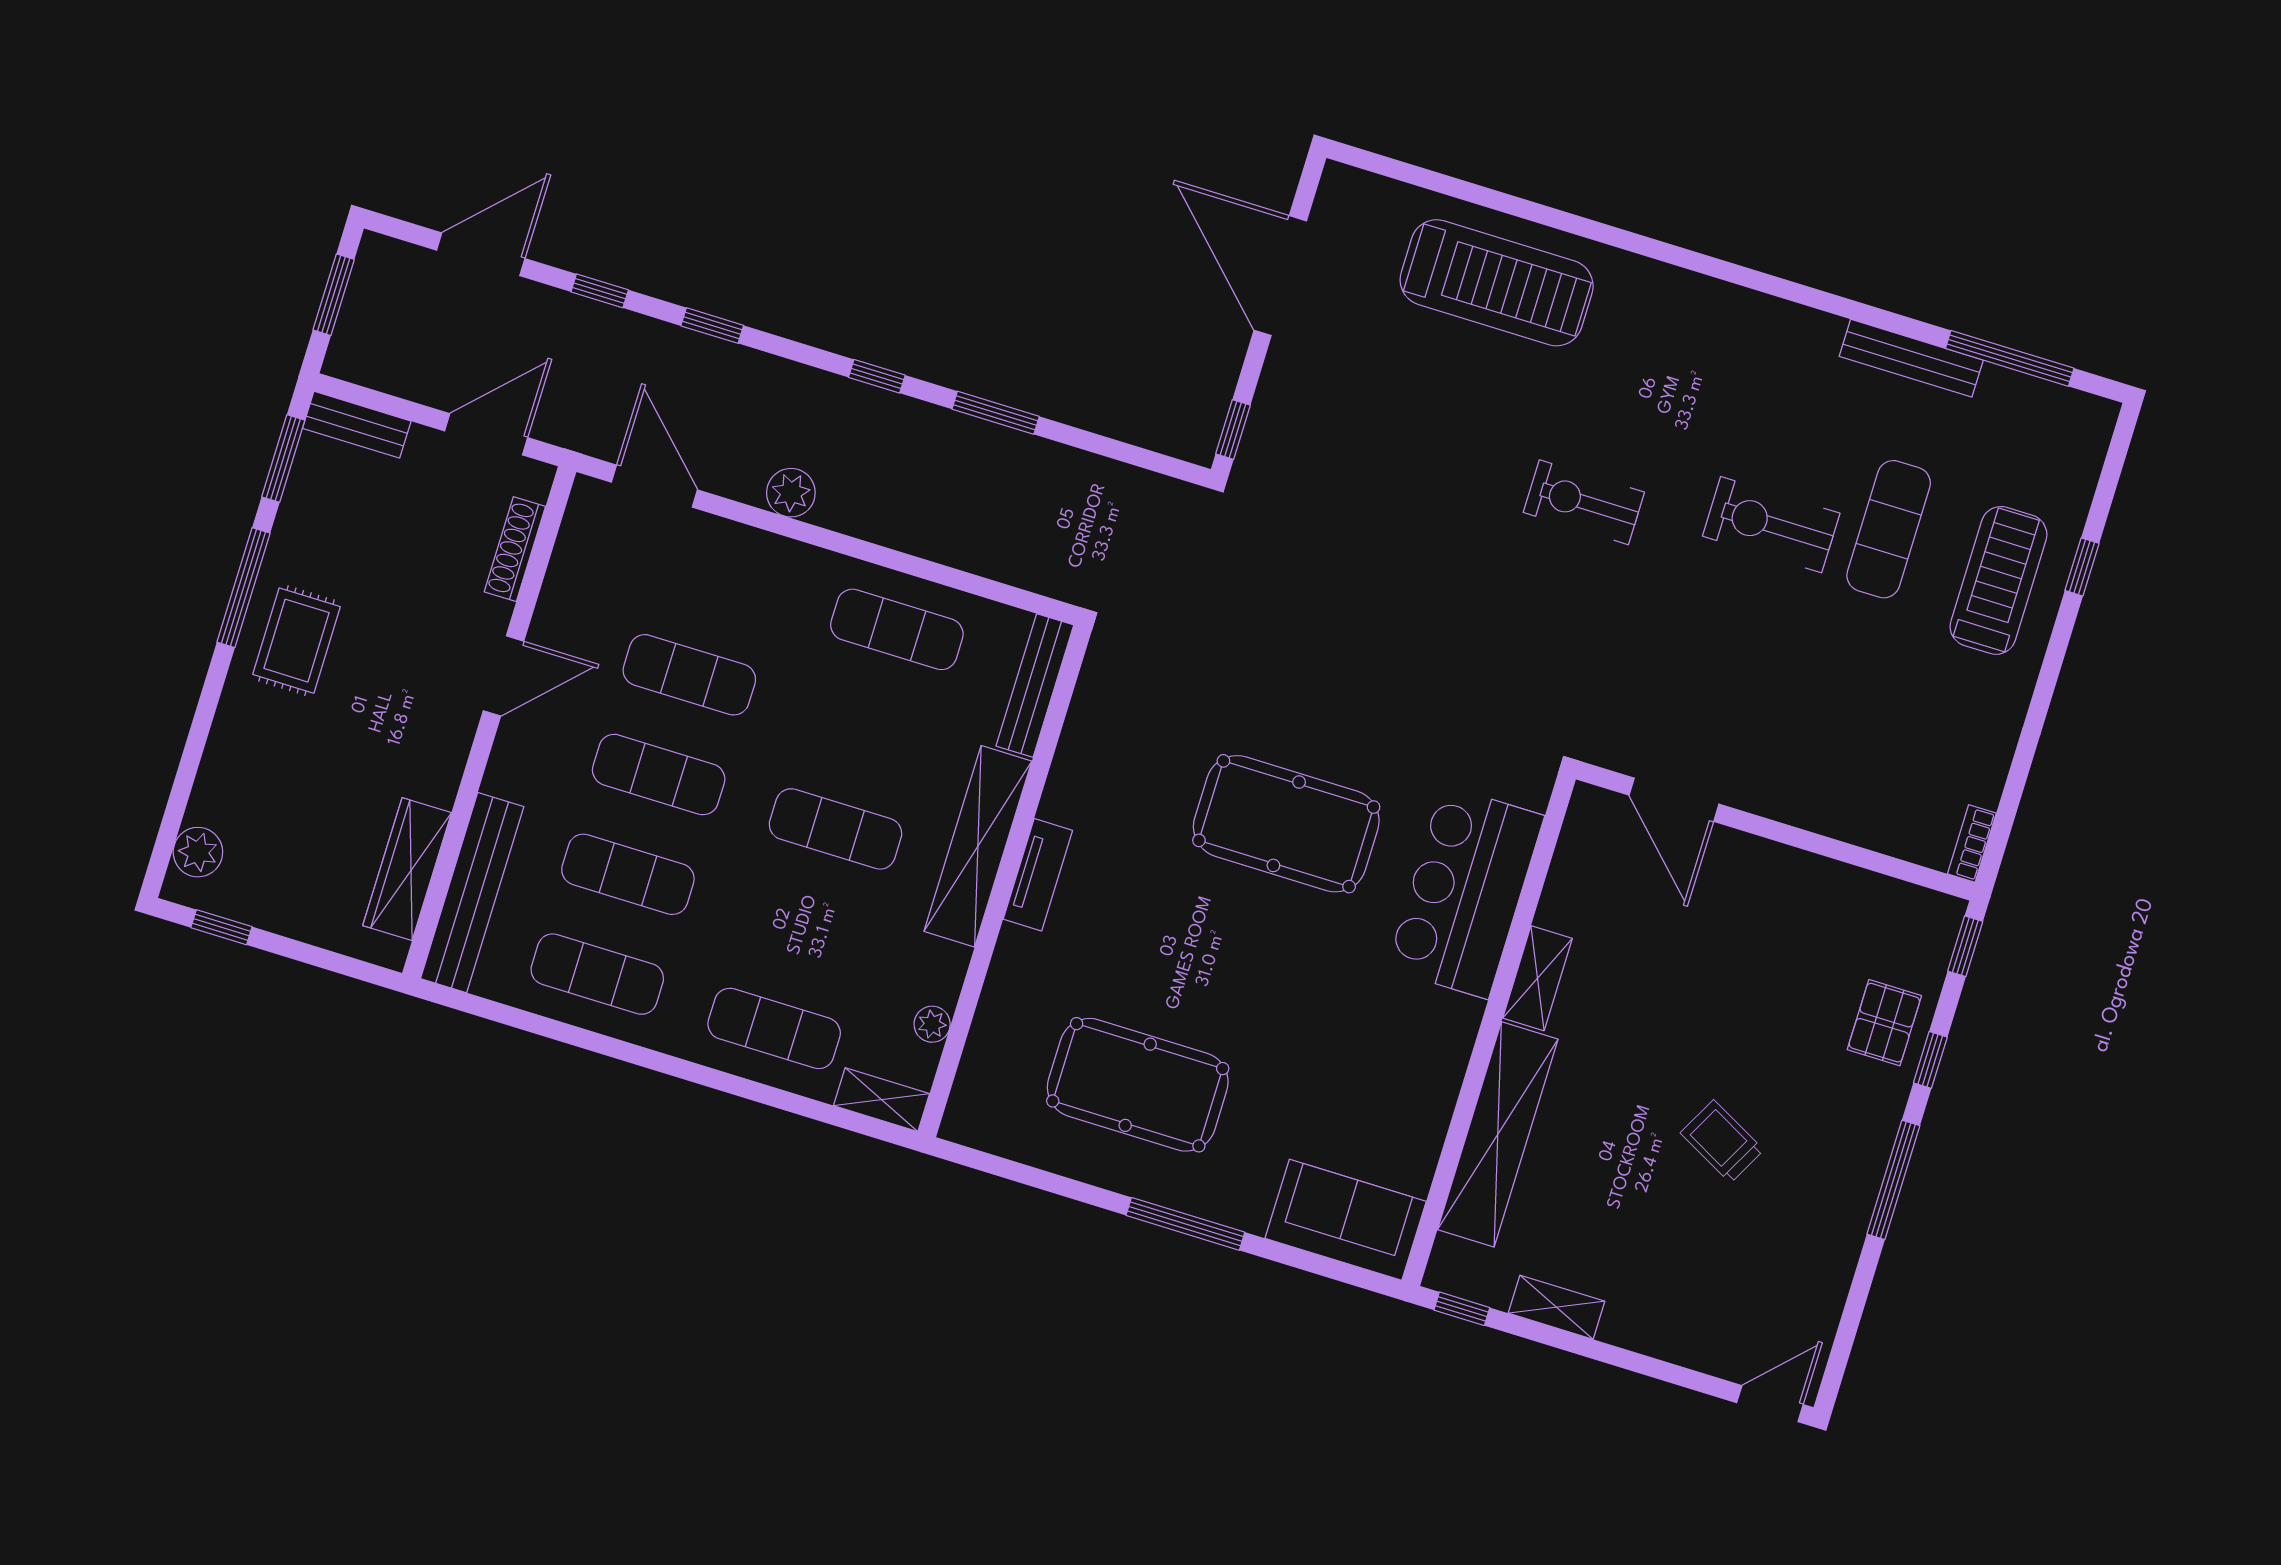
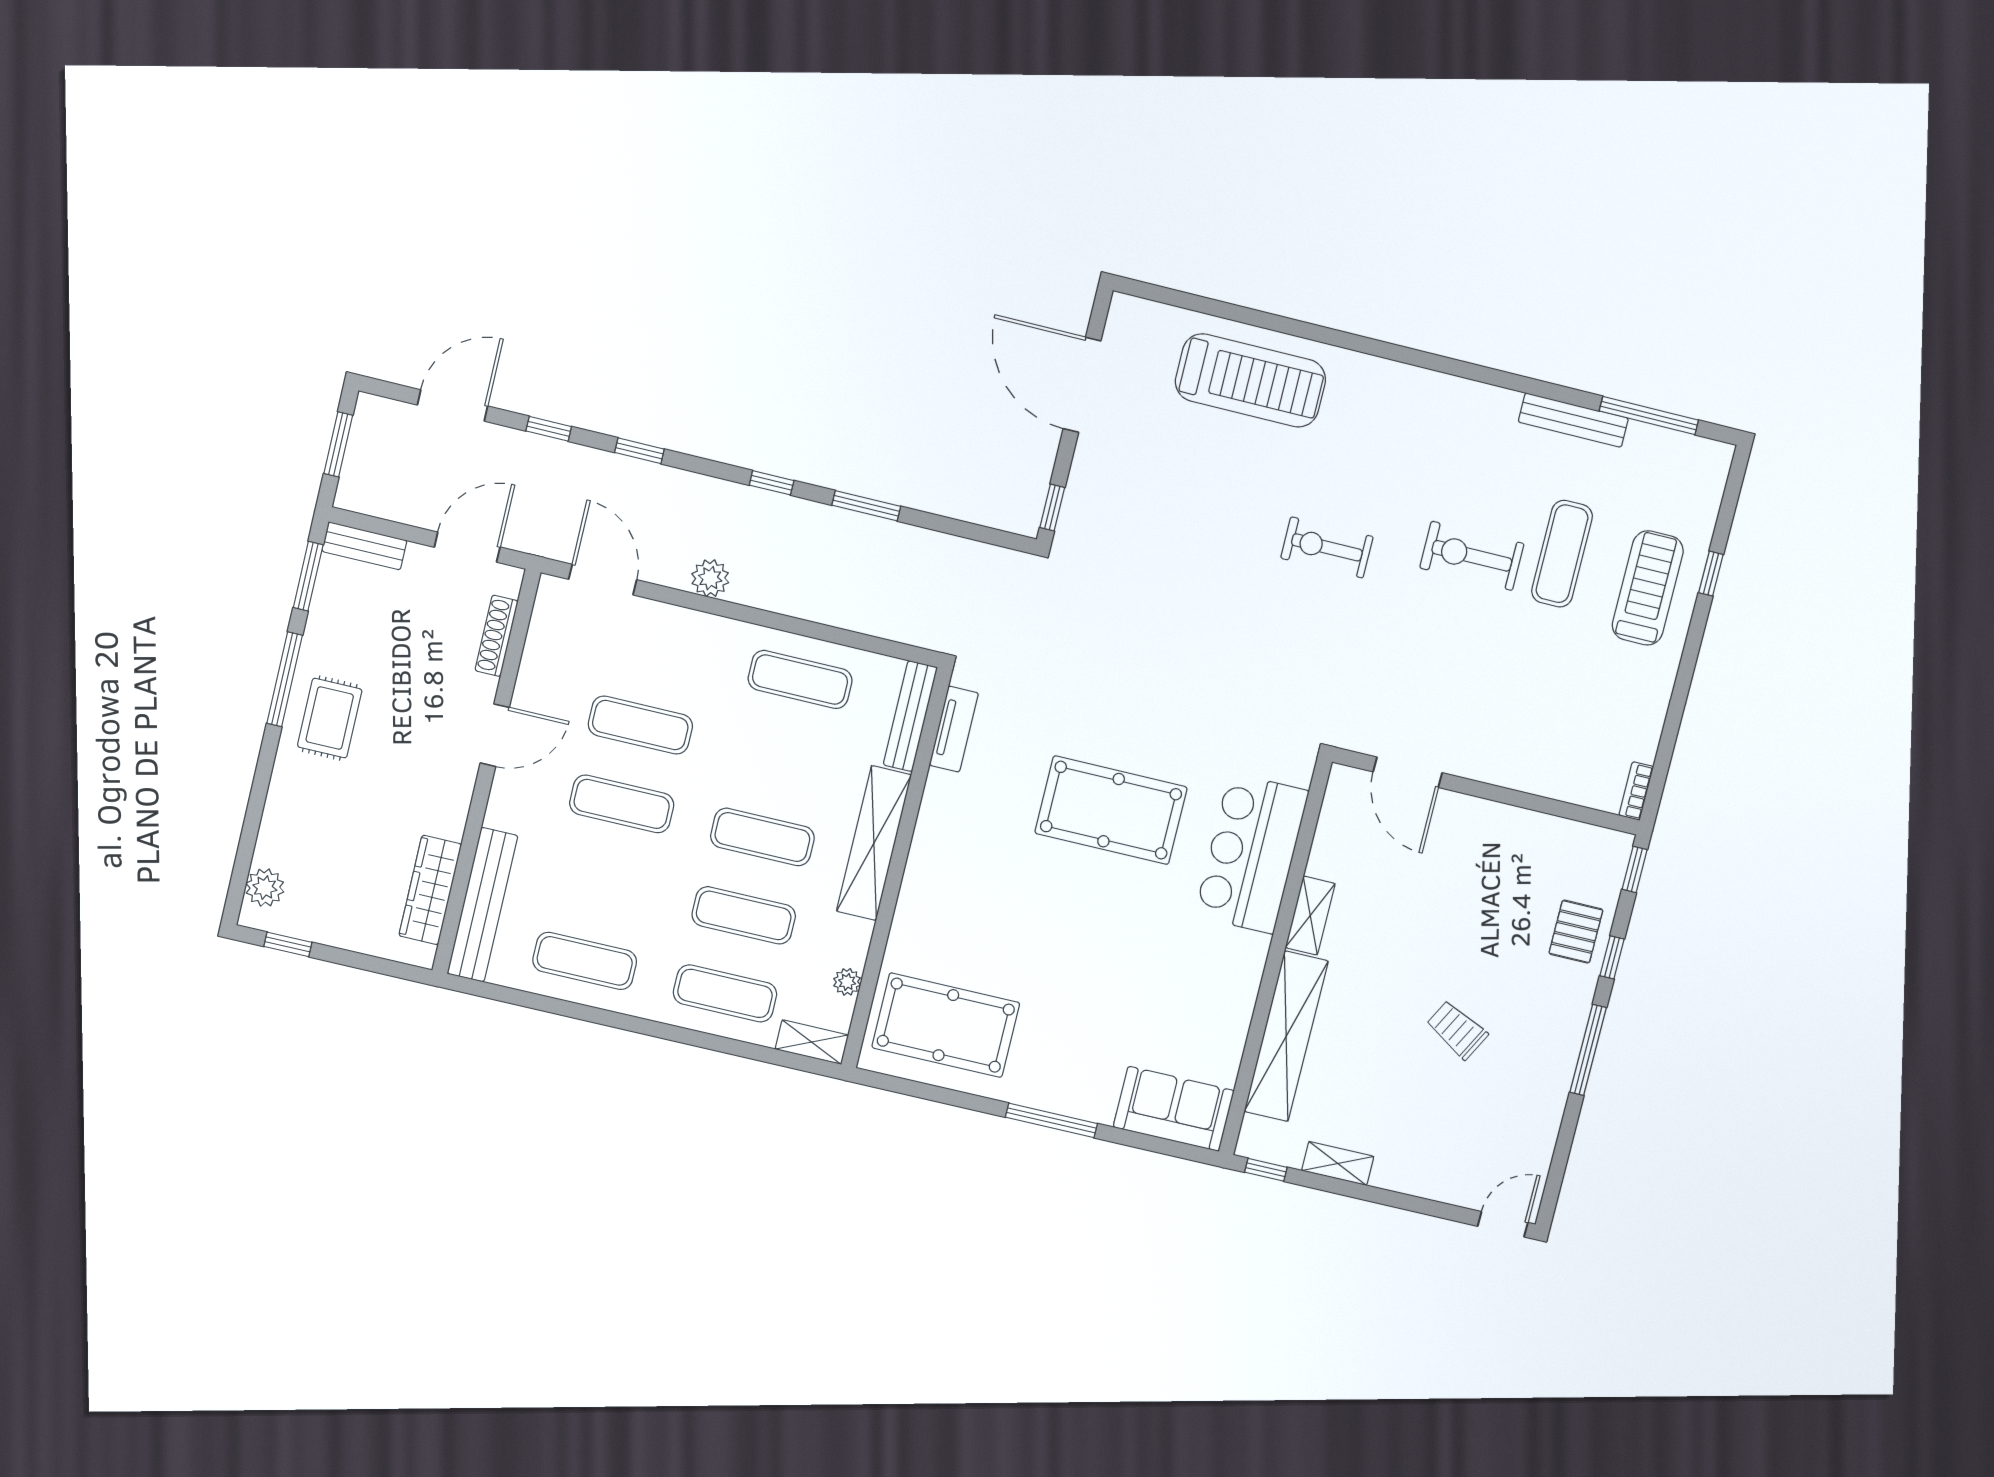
exercise mat: (628, 874) -> (744, 915), moved
tv unit: (1038, 875) -> (954, 729), moved
pool table: (1138, 1085) -> (946, 1025), moved

